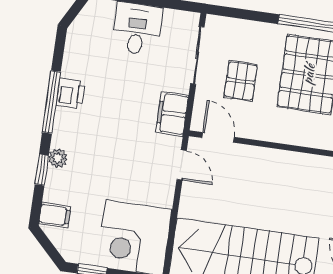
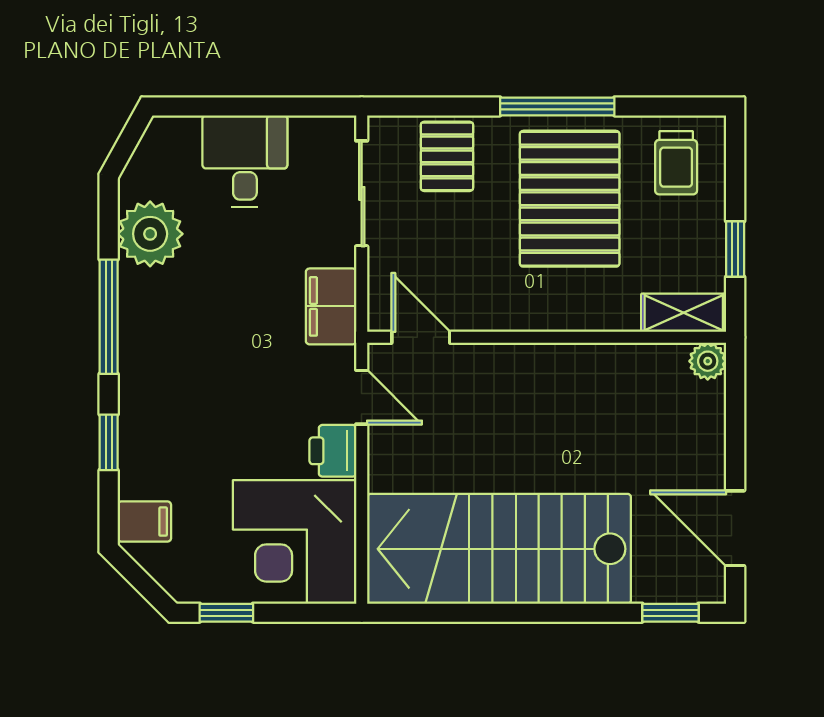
pallet: (241, 81) -> (447, 156), moved
printer: (71, 93) -> (333, 451), moved, turned 180
plant: (58, 158) -> (150, 234), moved, width x1.87, depth x1.87

